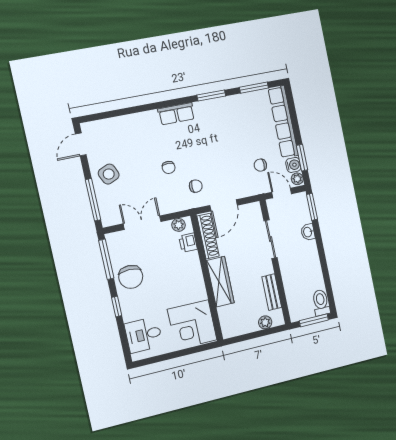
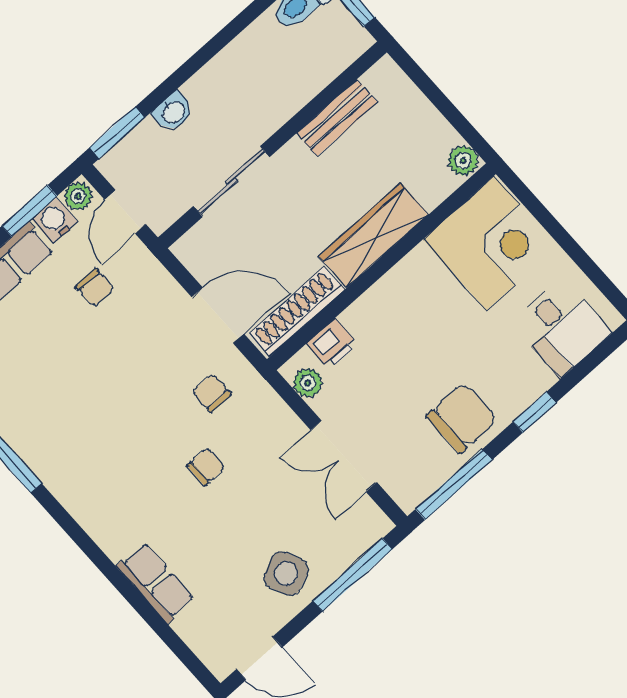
row of seats: (176, 114) -> (156, 583), moved
plant: (265, 322) -> (463, 161), moved

